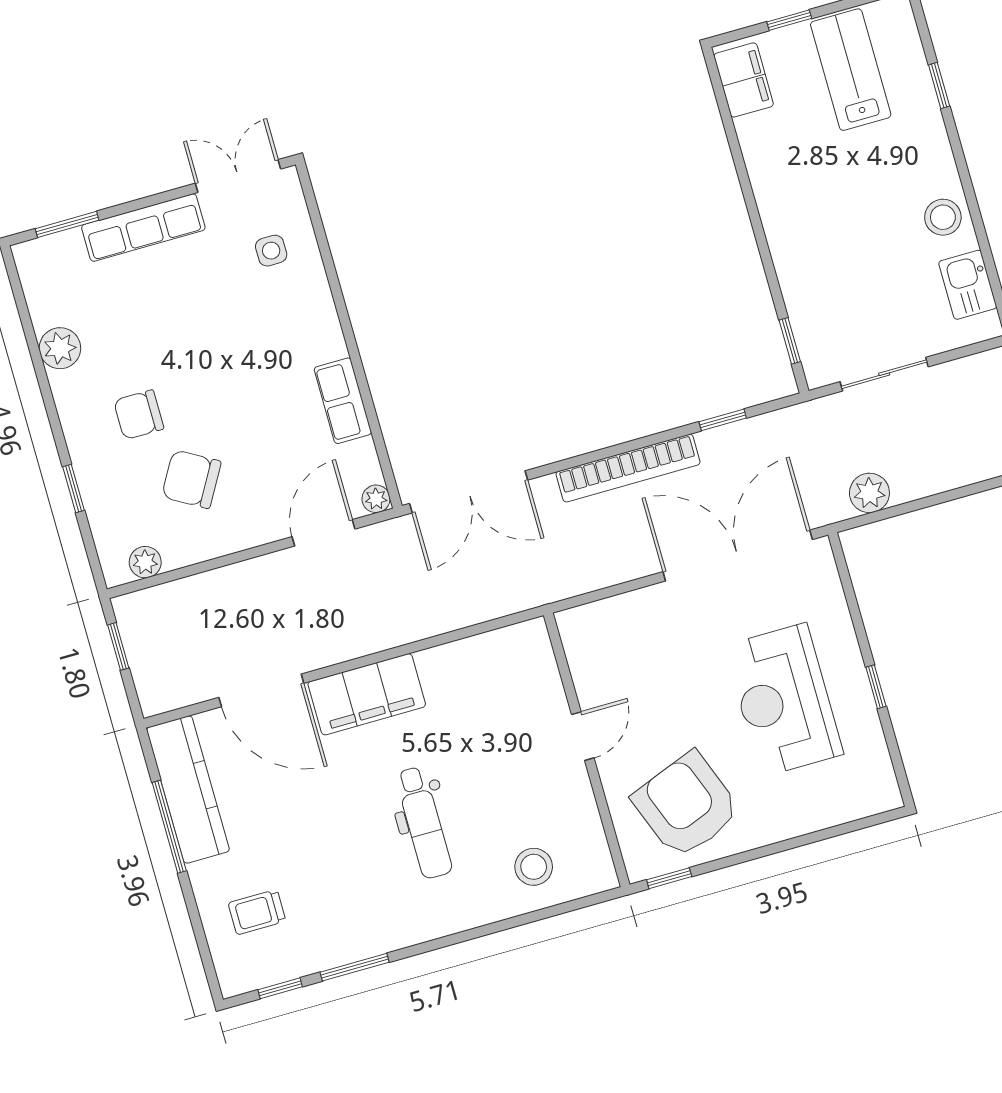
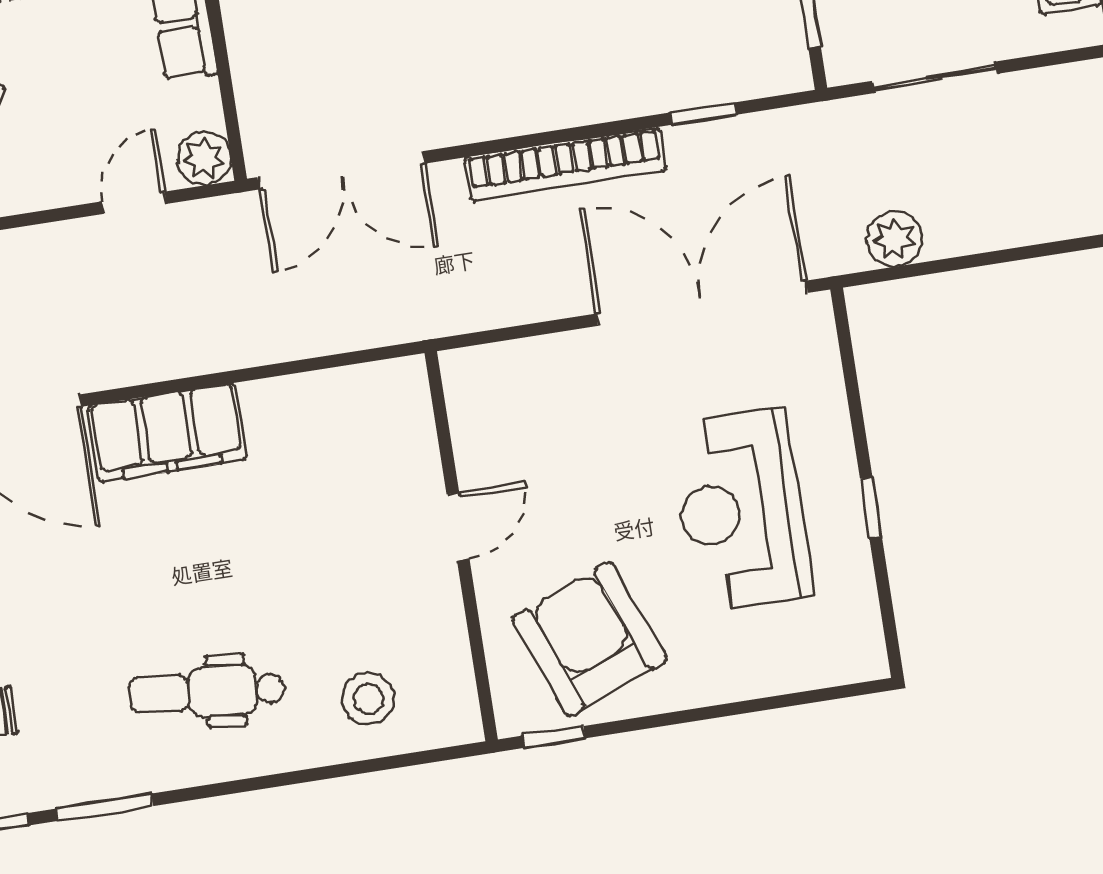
plant: (376, 499) -> (204, 159), width x1.38, depth x1.38
door: (324, 533) -> (134, 203), width x0.73
dental chair: (424, 823) -> (207, 692), moved, turned 96

